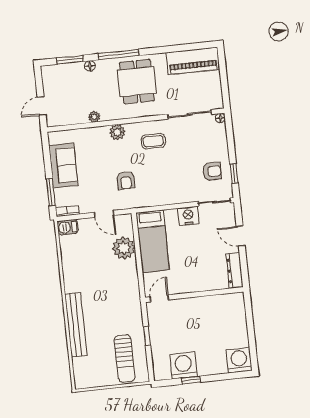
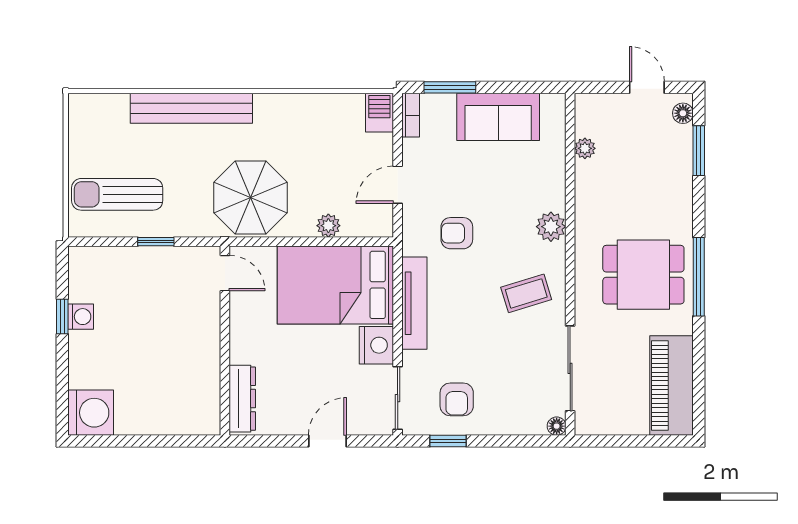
window: (118, 55) -> (699, 277), moved
floor lamp: (90, 66) -> (683, 113), moved
door: (42, 106) -> (647, 87), moved
plant: (94, 117) -> (585, 148), moved
coffee table: (153, 141) -> (526, 293), turned 73
tv unit: (164, 199) -> (414, 303), added
bed: (153, 241) -> (335, 285), width x1.50
plant: (124, 248) -> (328, 226), width x0.53, depth x0.53
dresser: (235, 271) -> (242, 399), moved, turned 90
parasol: (119, 289) -> (251, 197), added
washing machine: (183, 365) -> (81, 317), width x0.53, depth x0.53

